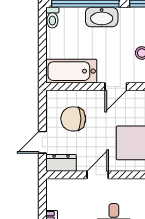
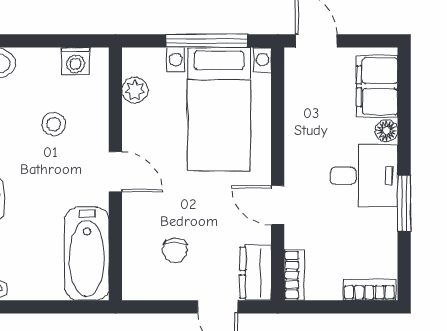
chair: (73, 119) -> (175, 250), width x0.54, depth x0.54
bookcase: (60, 184) -> (294, 275), added

